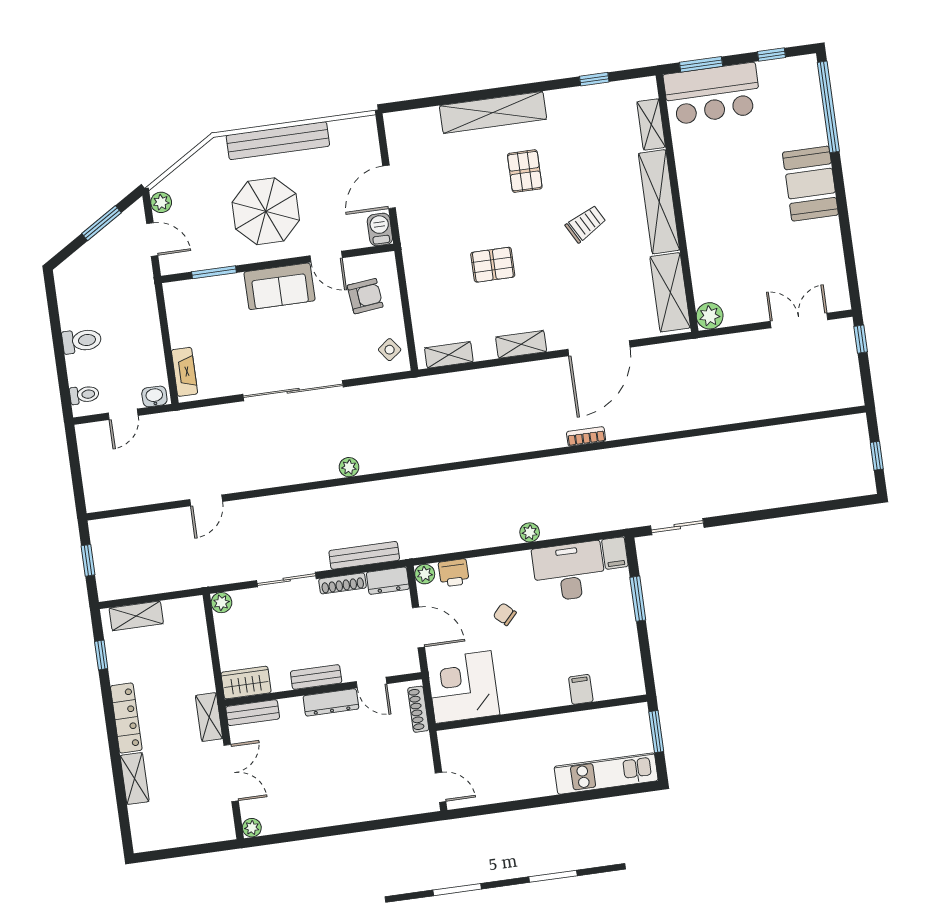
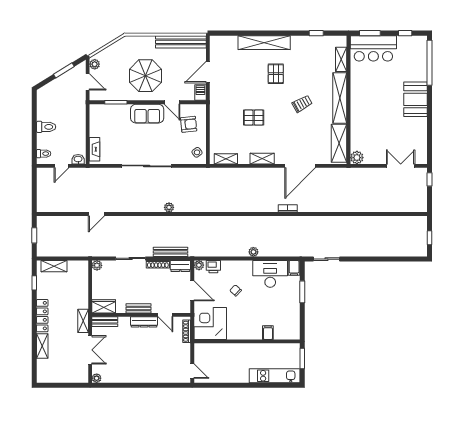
bench: (278, 141) -> (181, 42), moved

